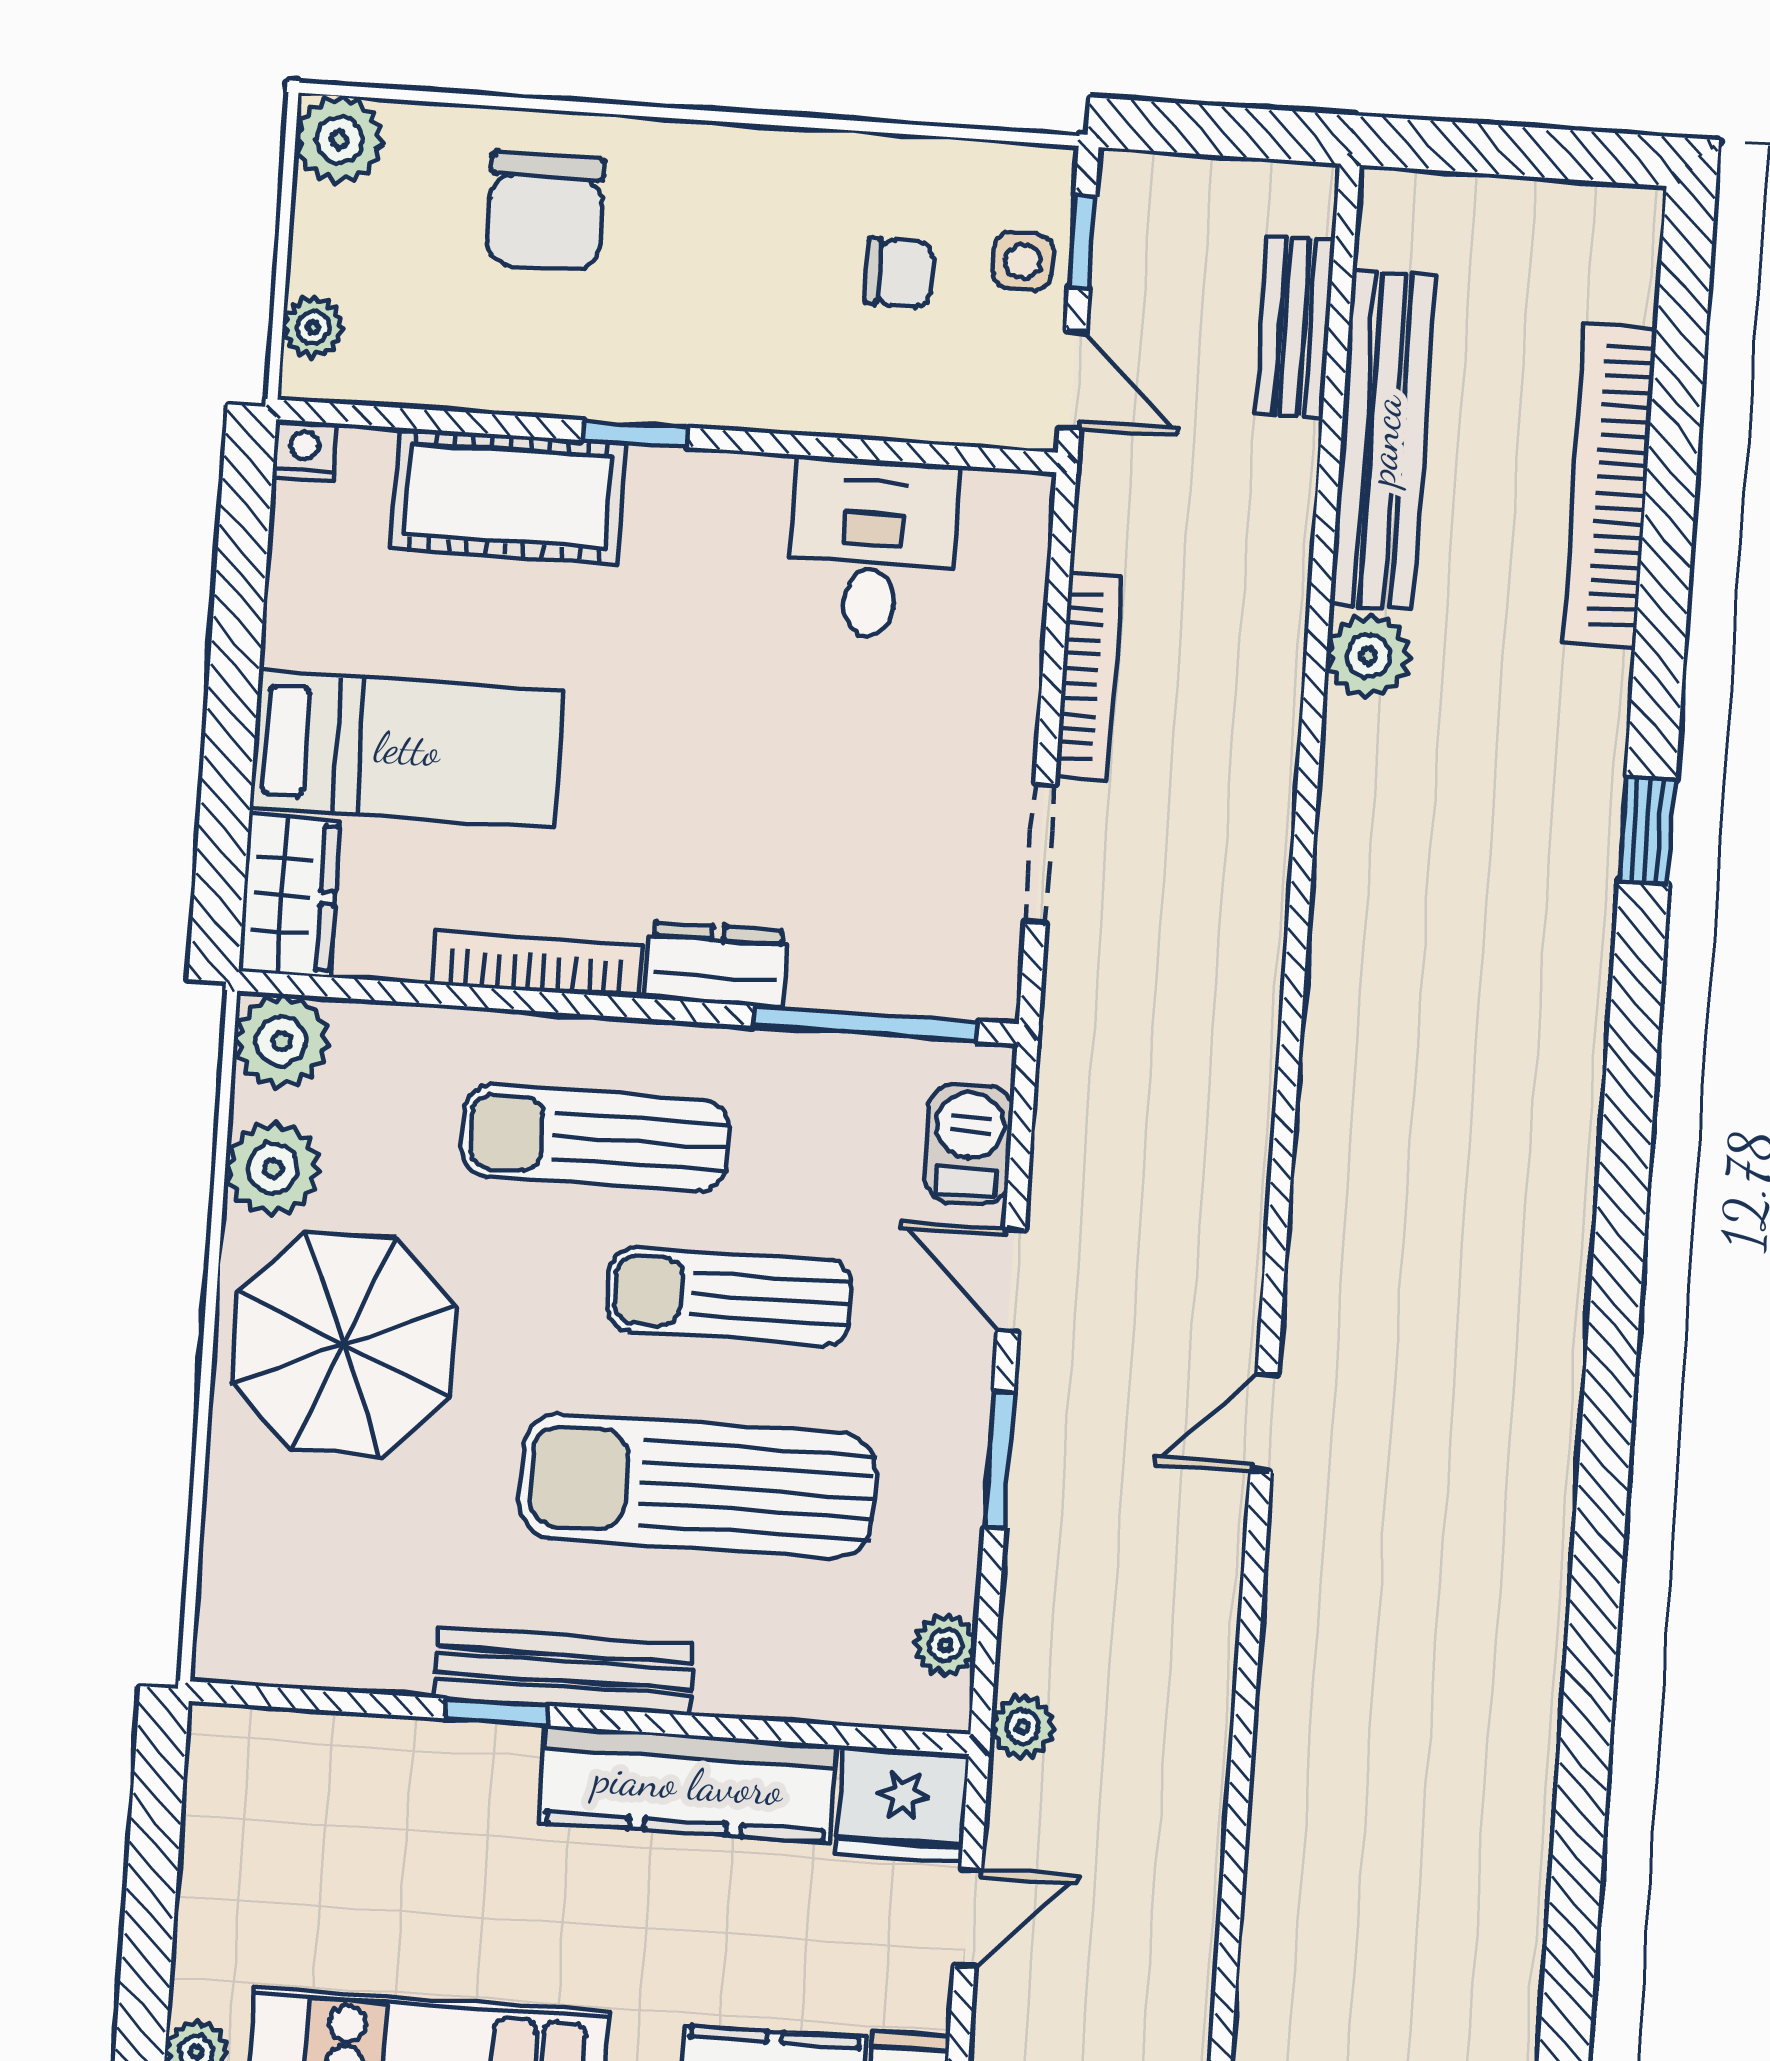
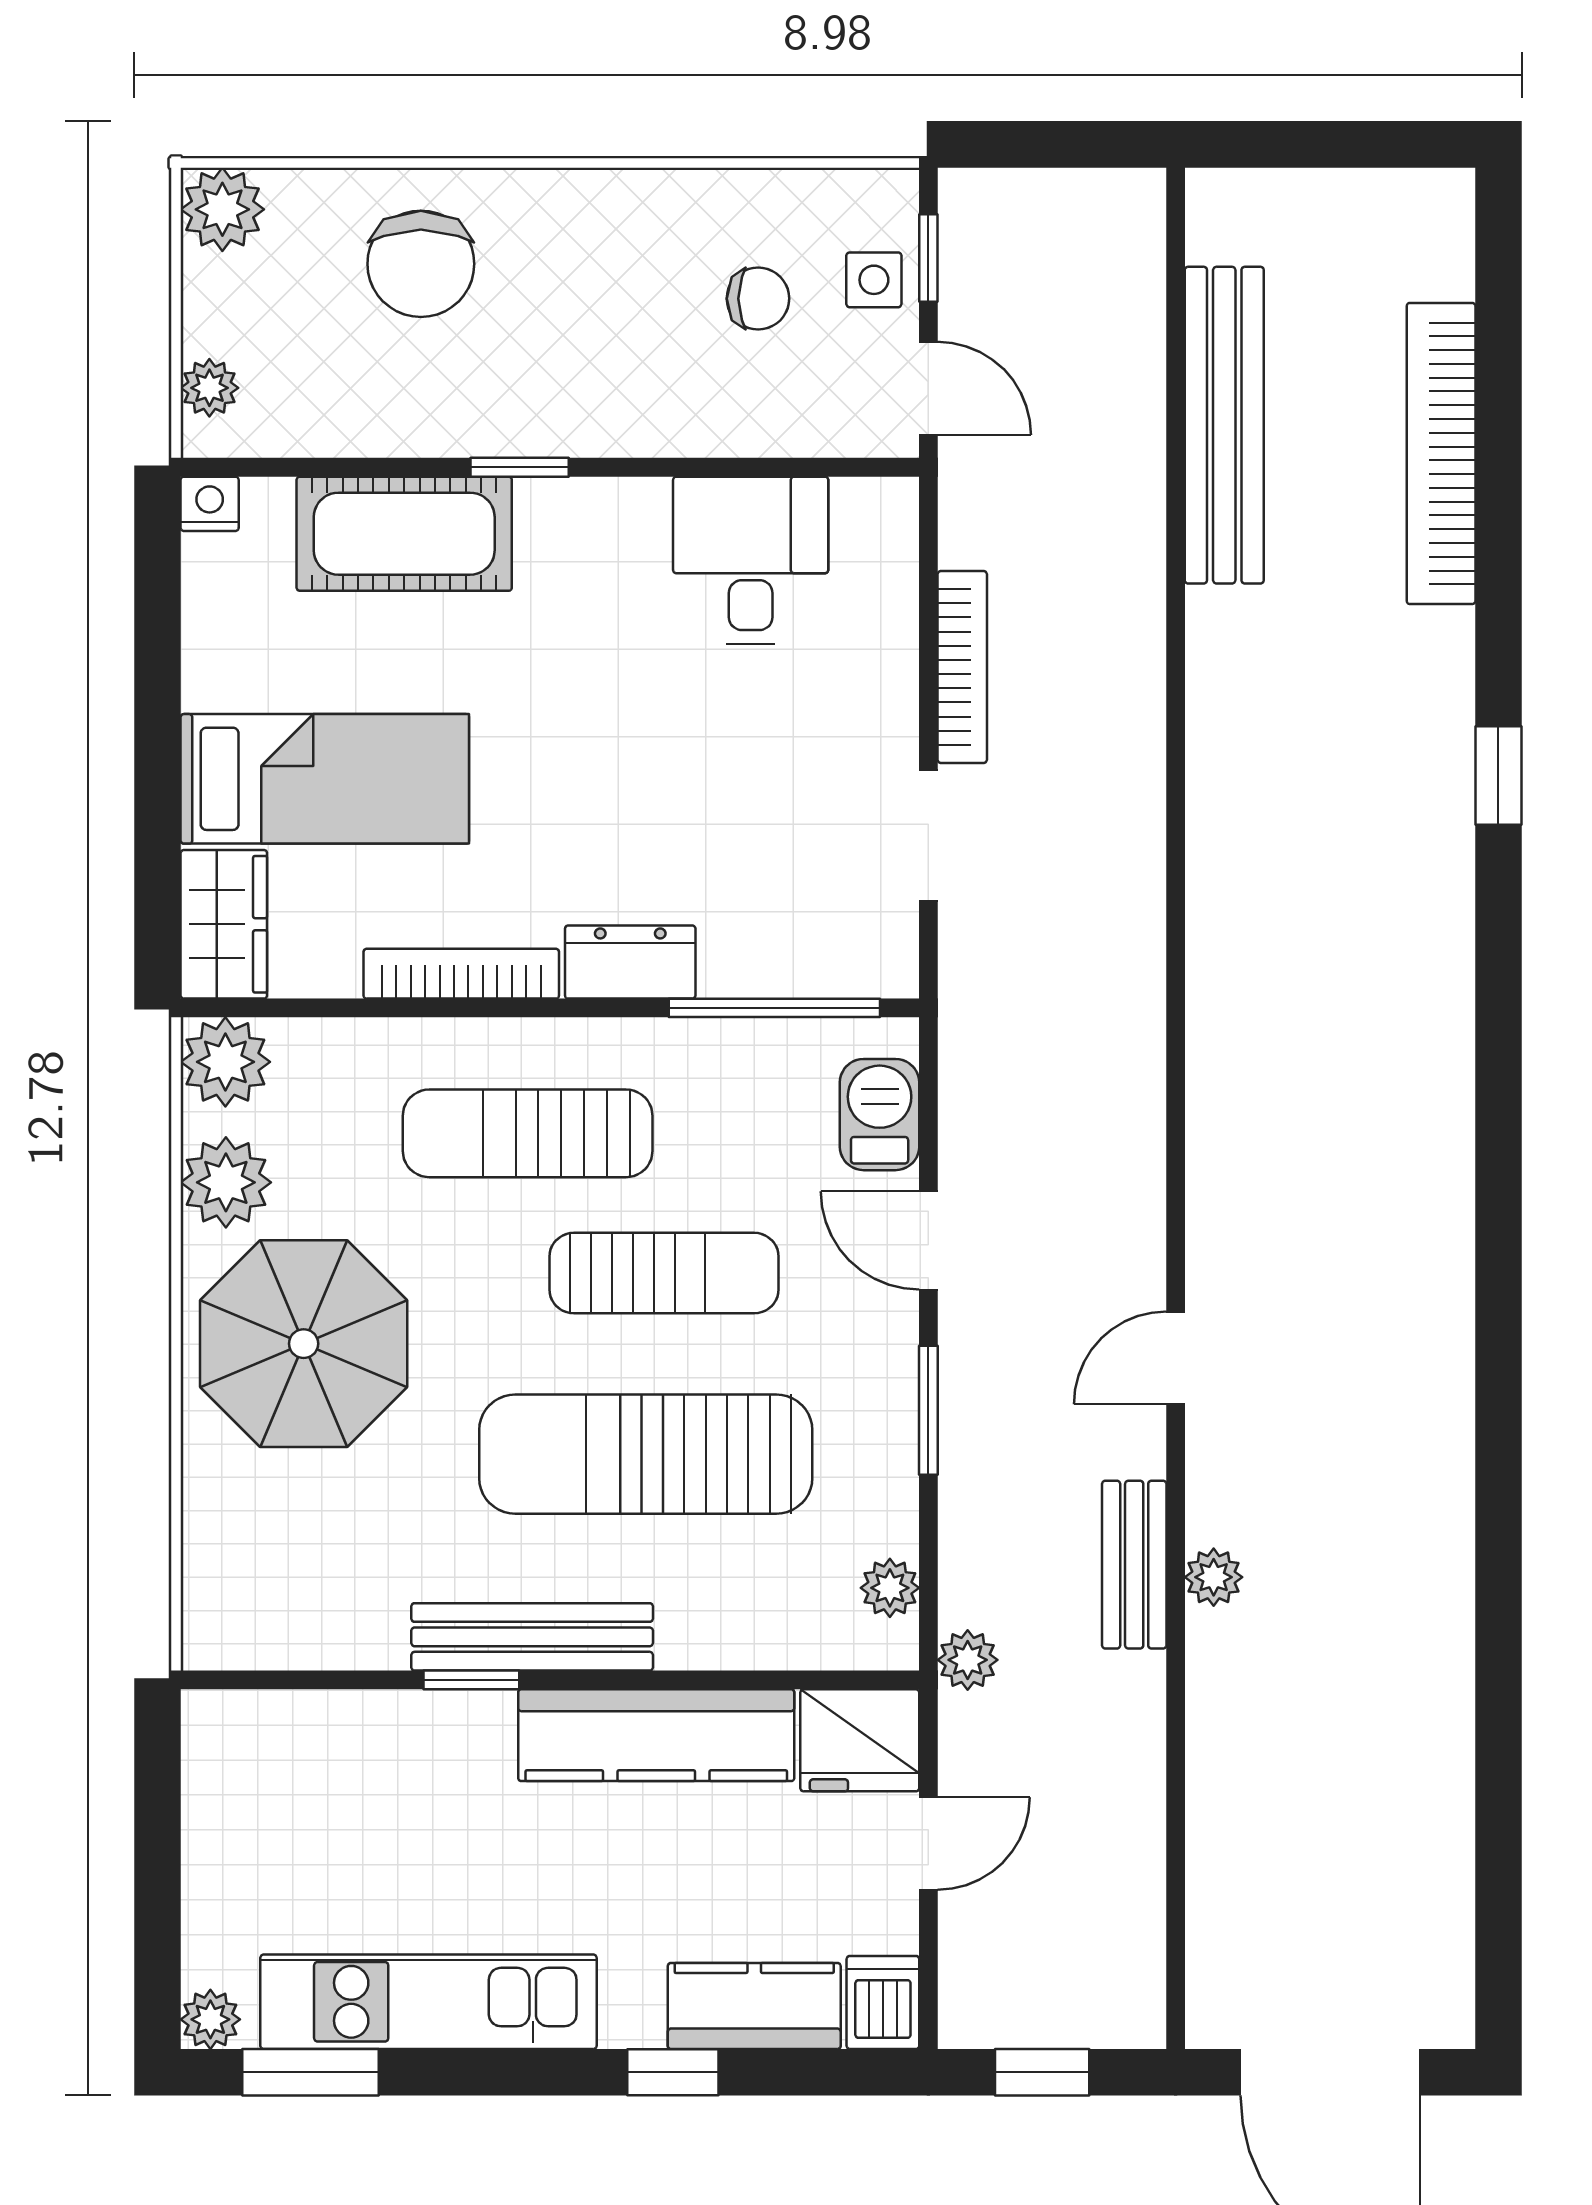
bench: (1295, 327) -> (1134, 1565), moved
plant: (1368, 656) -> (1214, 1577), moved, width x0.73, depth x0.73
sun lounger: (729, 1296) -> (664, 1273), turned 180

